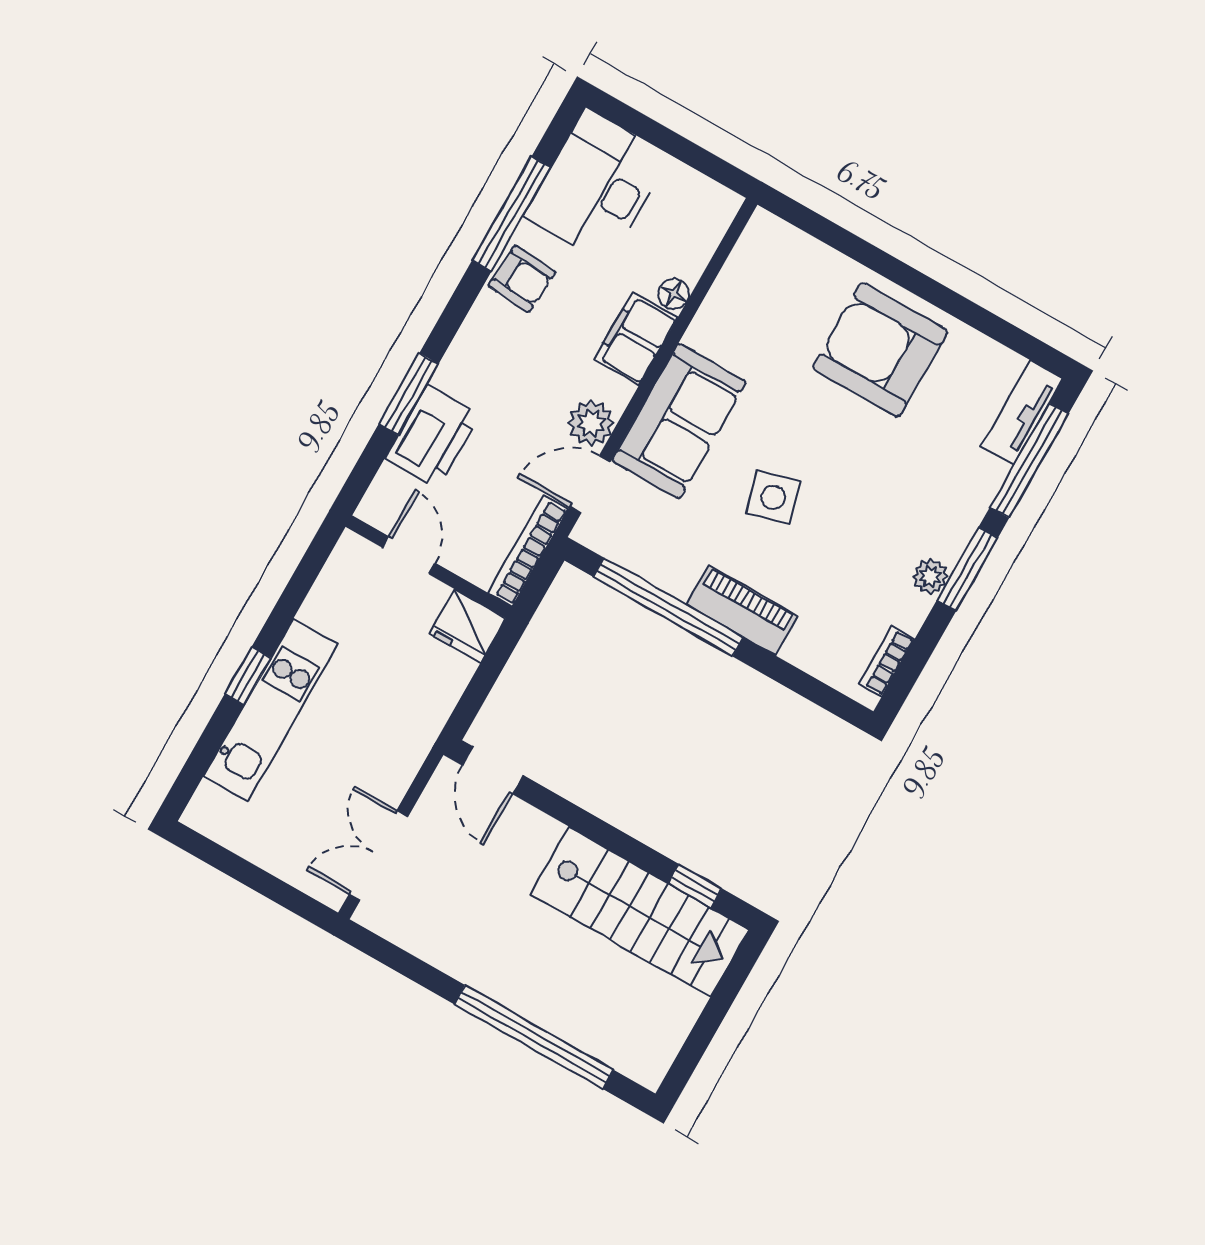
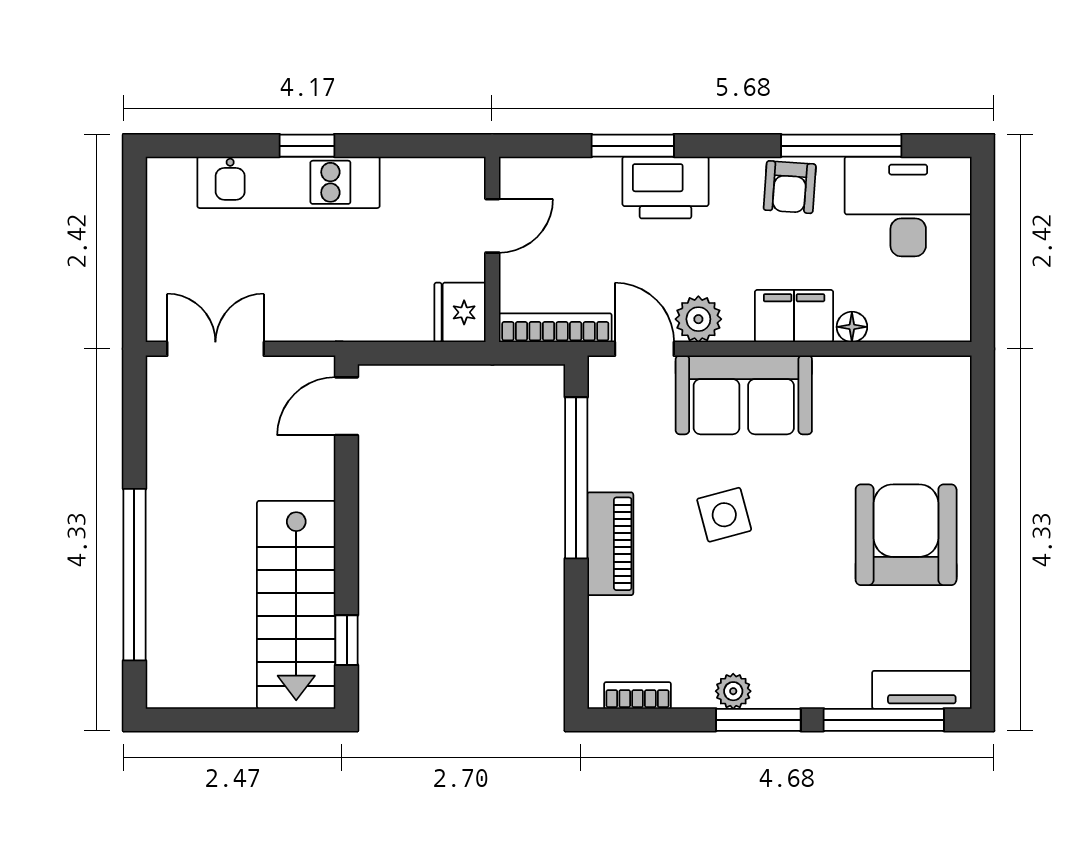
printer: (433, 436) -> (665, 188), moved

